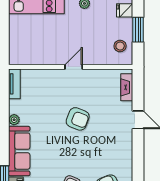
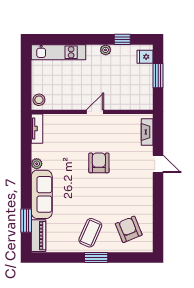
stool: (120, 46) -> (39, 100), moved
armchair: (78, 119) -> (99, 163), turned -111

